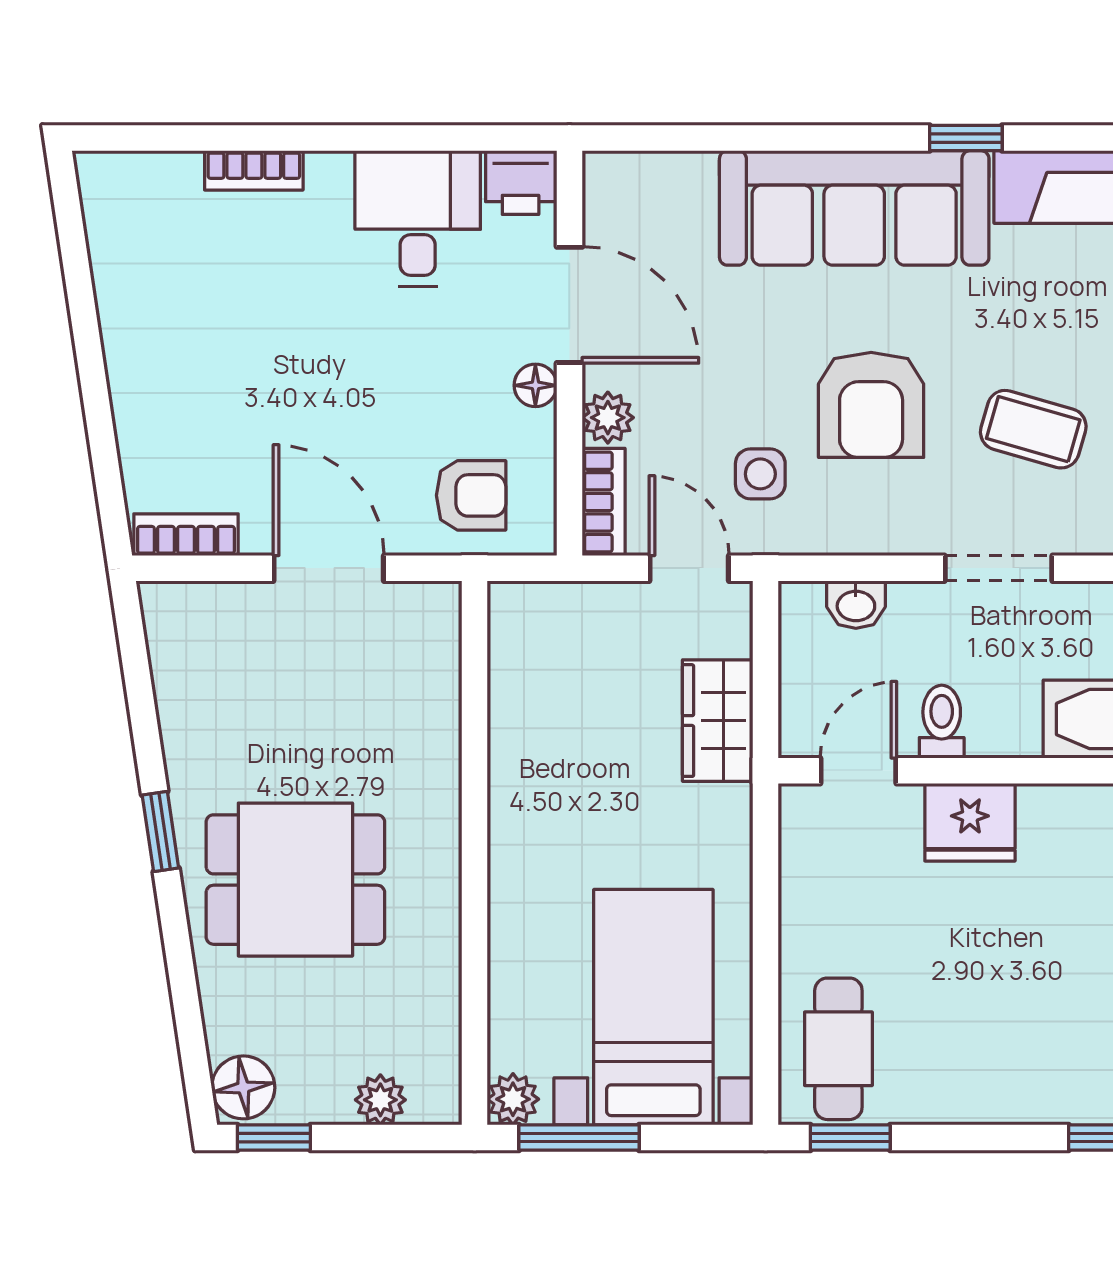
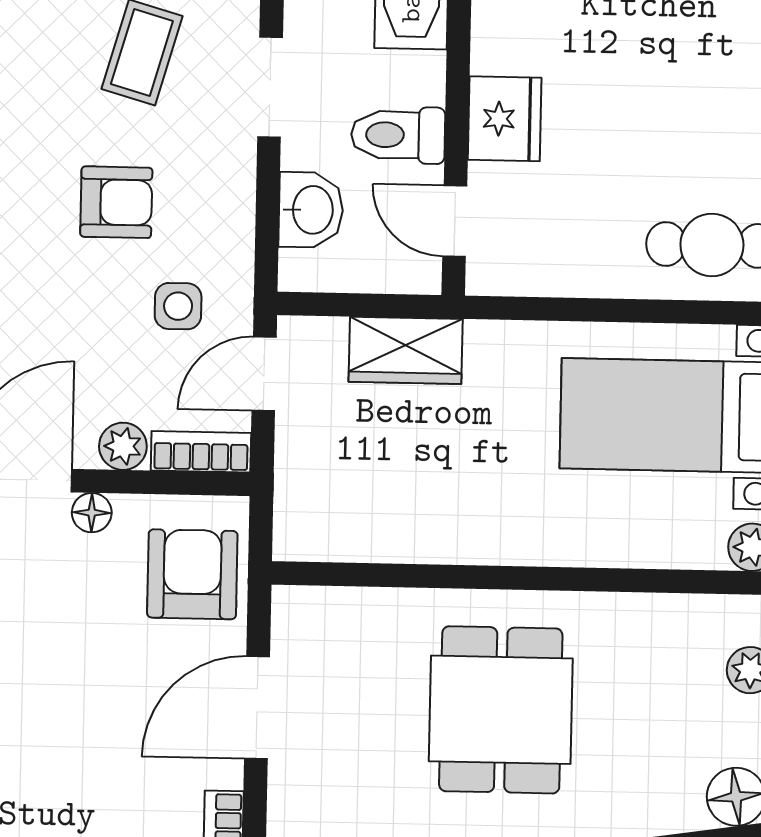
armchair: (871, 405) -> (116, 202), width x0.72, depth x0.72
armchair: (471, 495) -> (192, 574), width x1.38, depth x1.38
washbasin: (856, 605) -> (311, 210), width x1.38, depth x1.45
toilet: (942, 722) -> (398, 135), width x1.37, depth x1.39
dining table: (295, 880) -> (501, 710), moved

